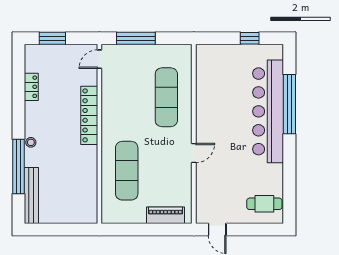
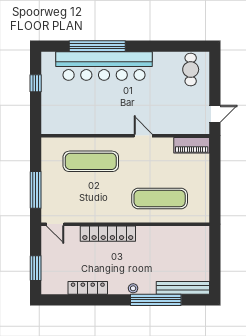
locker: (31, 87) -> (88, 288), width x1.53
piano: (166, 215) -> (192, 145), moved, turned -90

